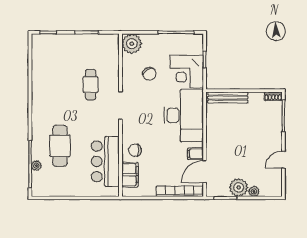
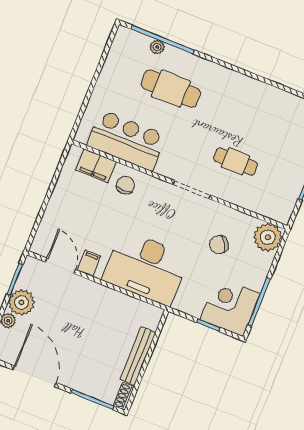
corner desk: (187, 72) -> (230, 307), moved
bench: (228, 98) -> (138, 356), moved
door: (283, 160) -> (34, 376), width x1.88
bookcase: (180, 191) -> (48, 223), removed

